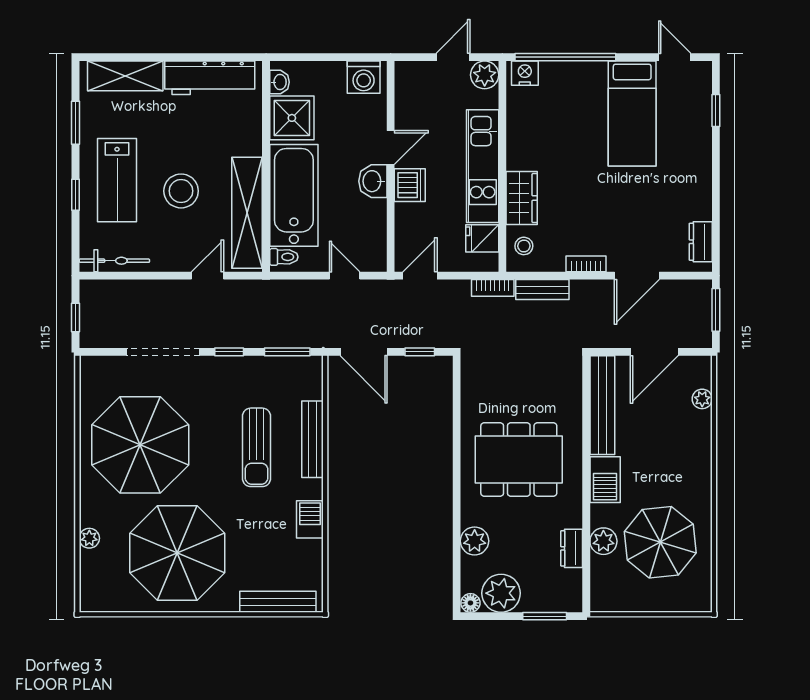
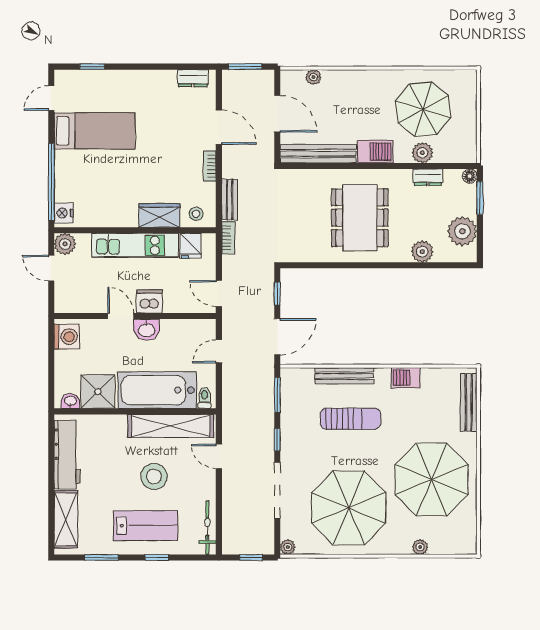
plant: (89, 366) -> (288, 547), added
floor lamp: (470, 603) -> (470, 176), moved

